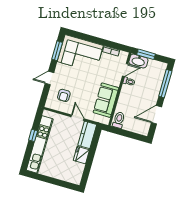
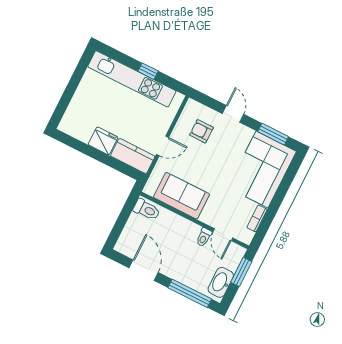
washbasin: (138, 61) -> (221, 282), moved

